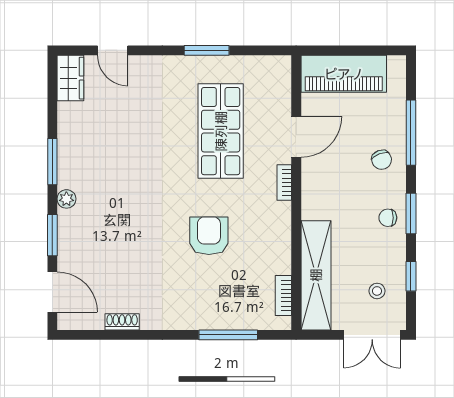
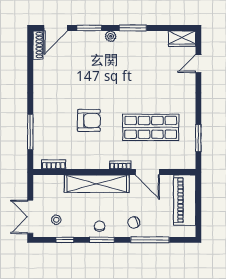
window: (207, 50) -> (198, 138), moved
shelving: (316, 275) -> (97, 184), moved
shoe rack: (122, 322) -> (38, 45), moved, width x1.43

